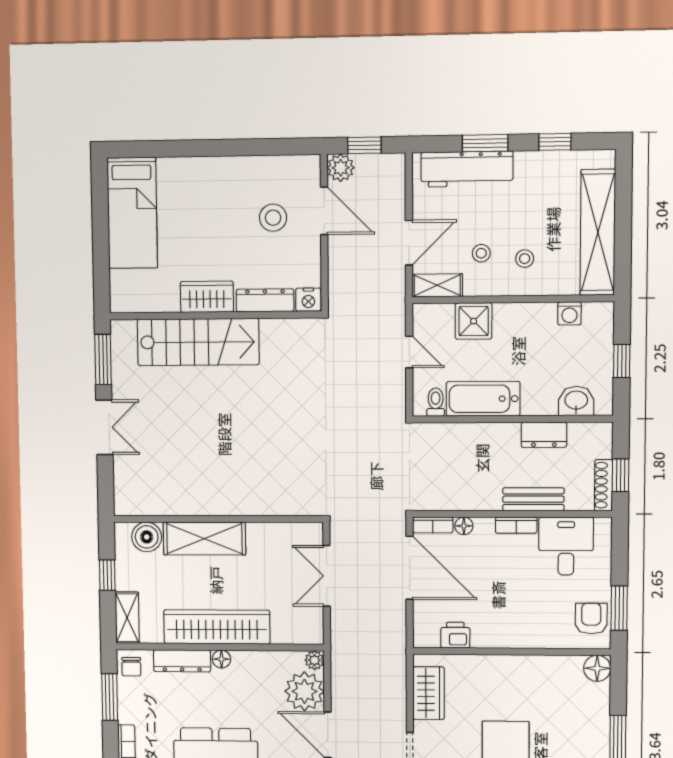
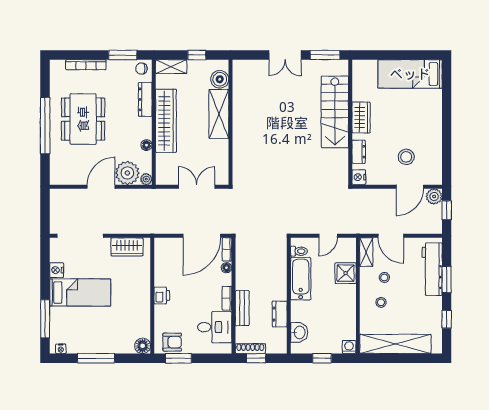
dresser: (265, 300) -> (359, 152), width x0.70
washing machine: (569, 313) -> (349, 347), moved, turned 90
printer: (455, 635) -> (162, 296), moved
floor lamp: (221, 659) -> (146, 145), moved

